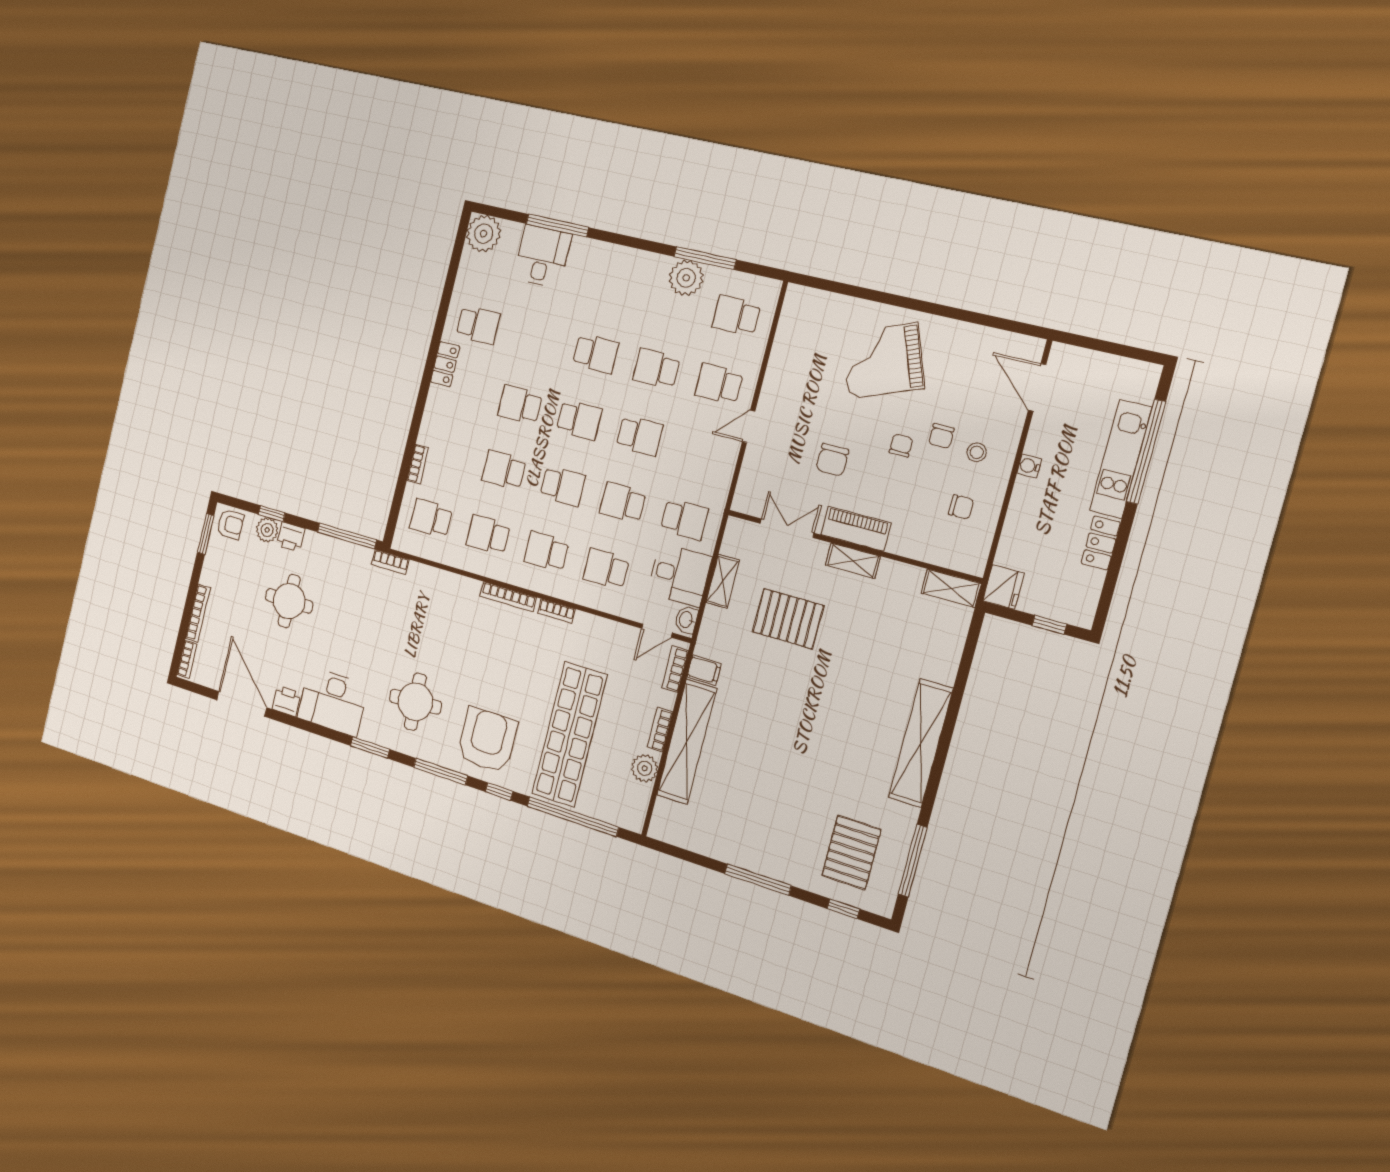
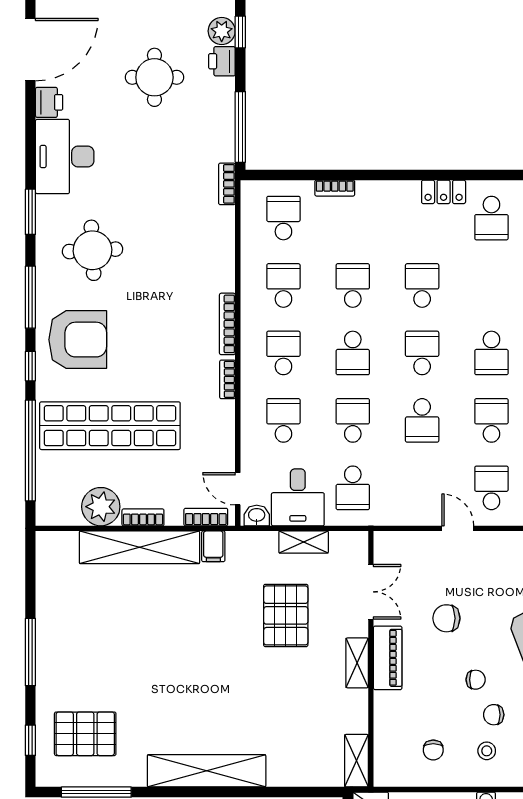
school desk: (579, 420) -> (422, 353), turned 180
plant: (645, 768) -> (101, 507), width x1.36, depth x1.36

